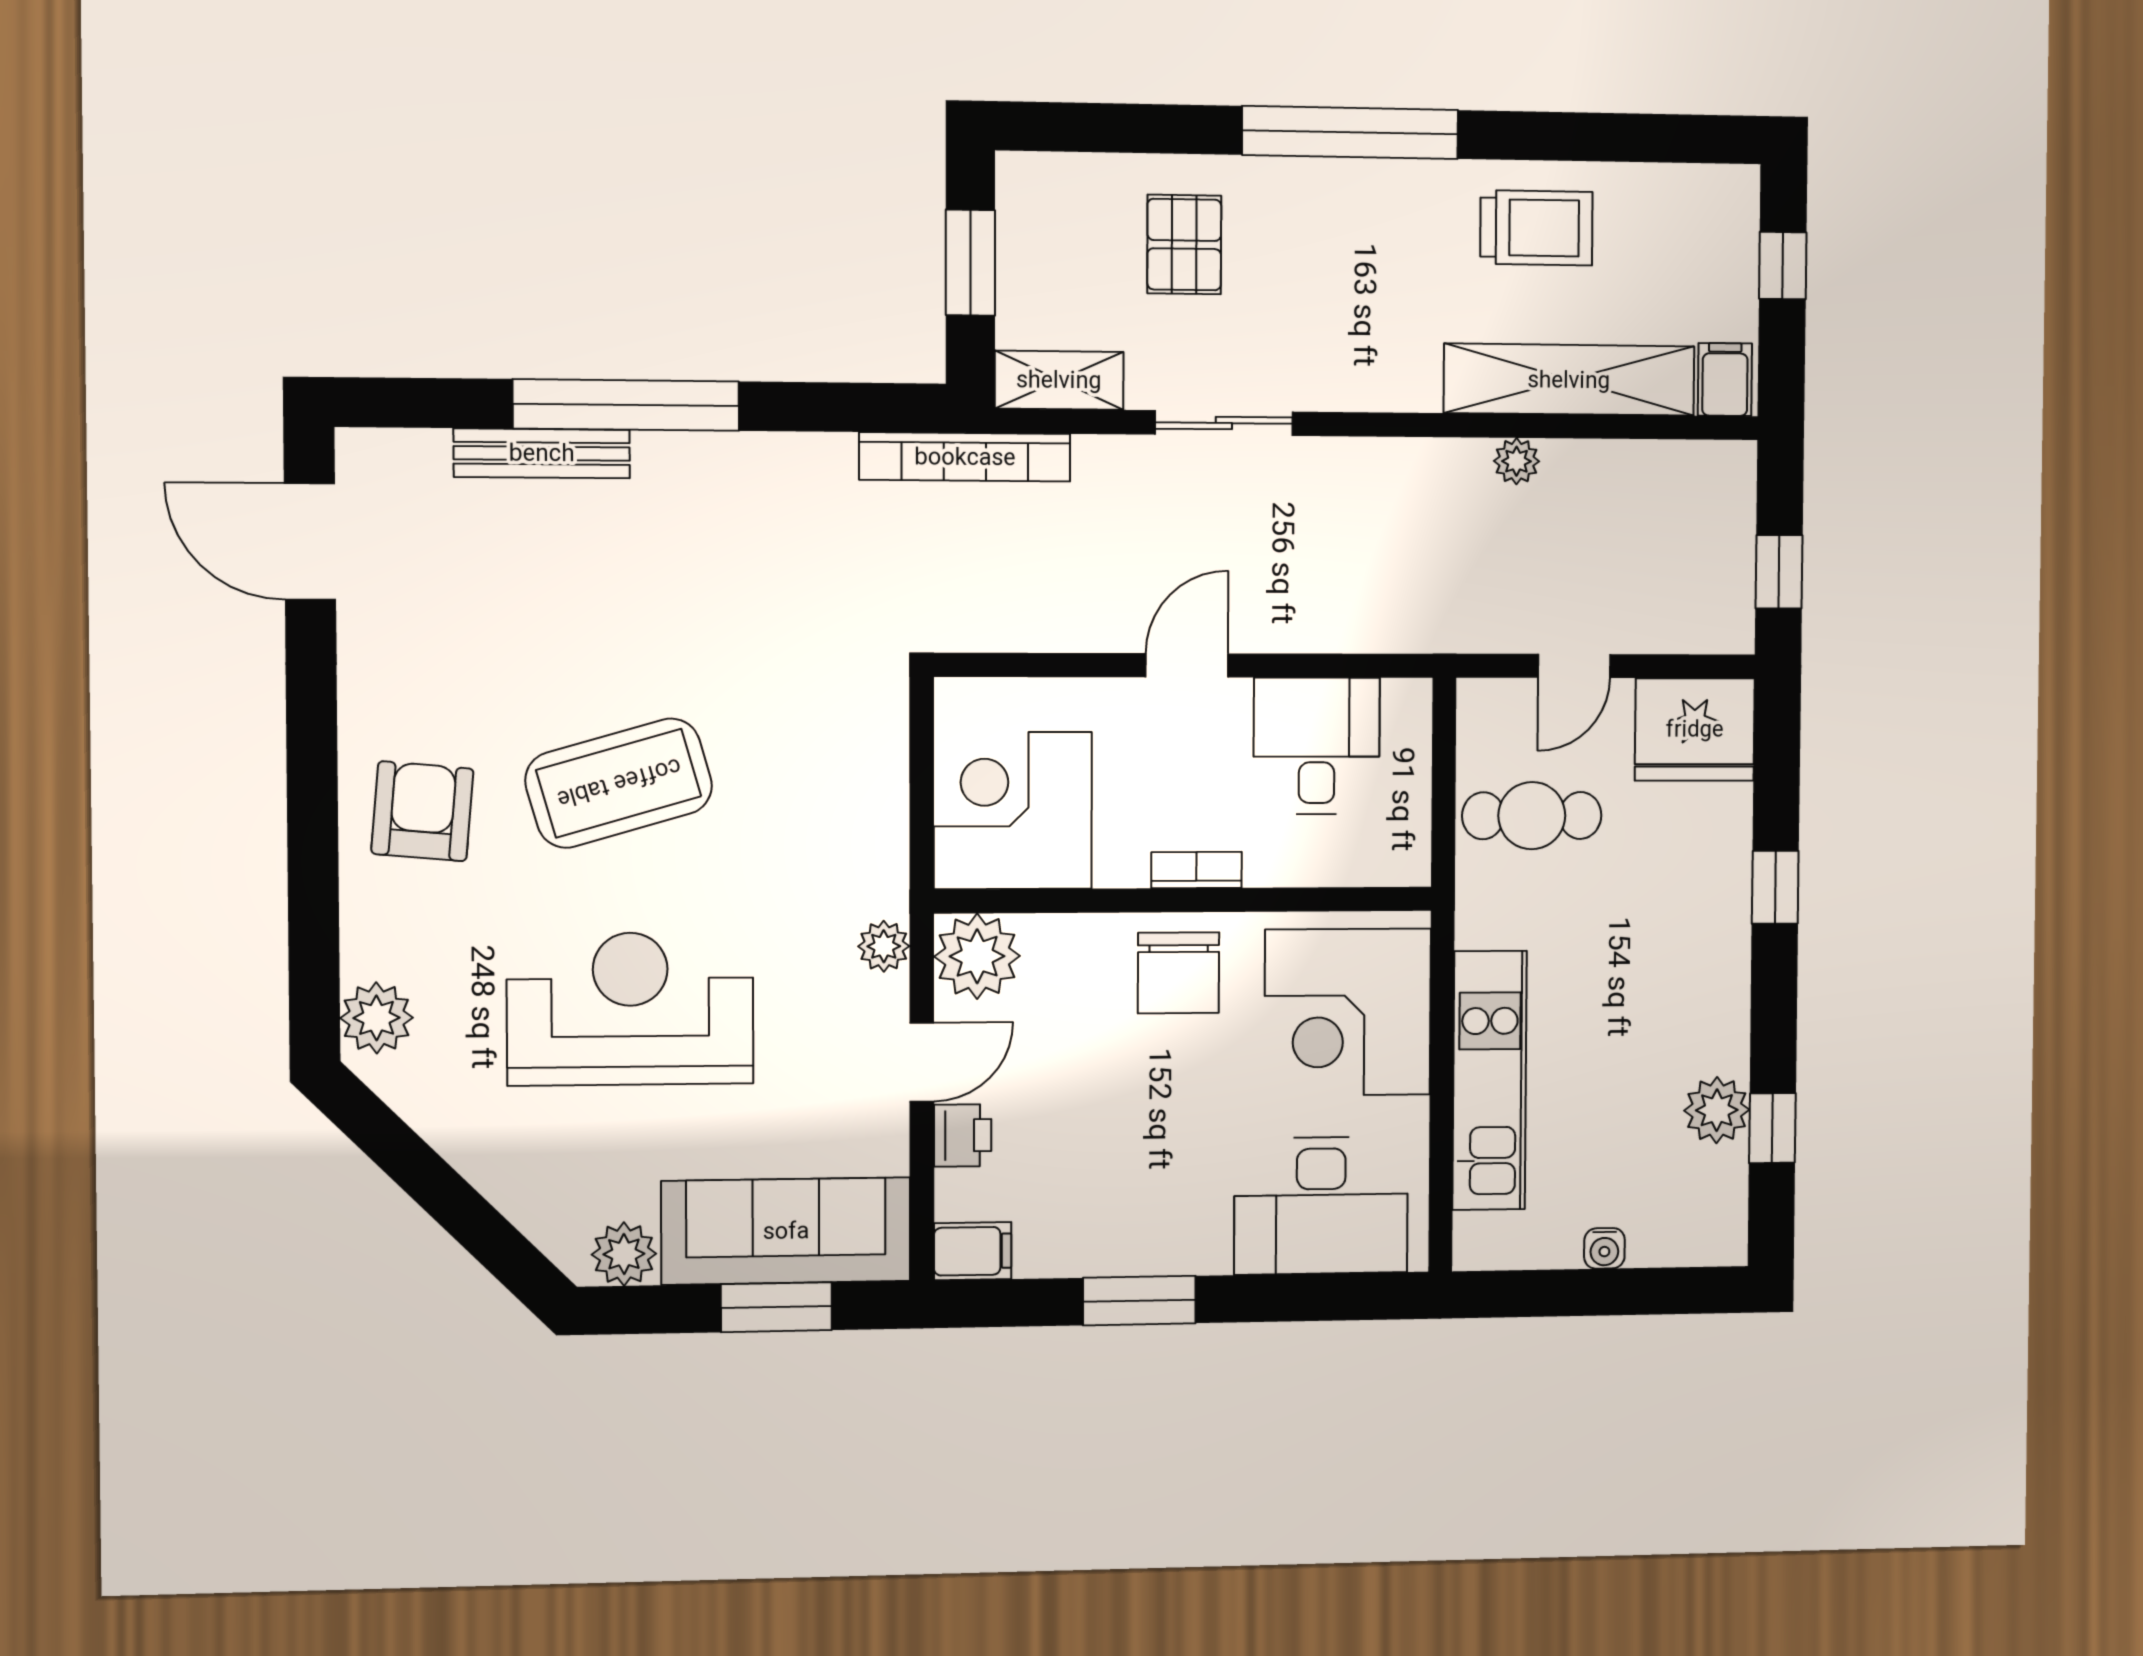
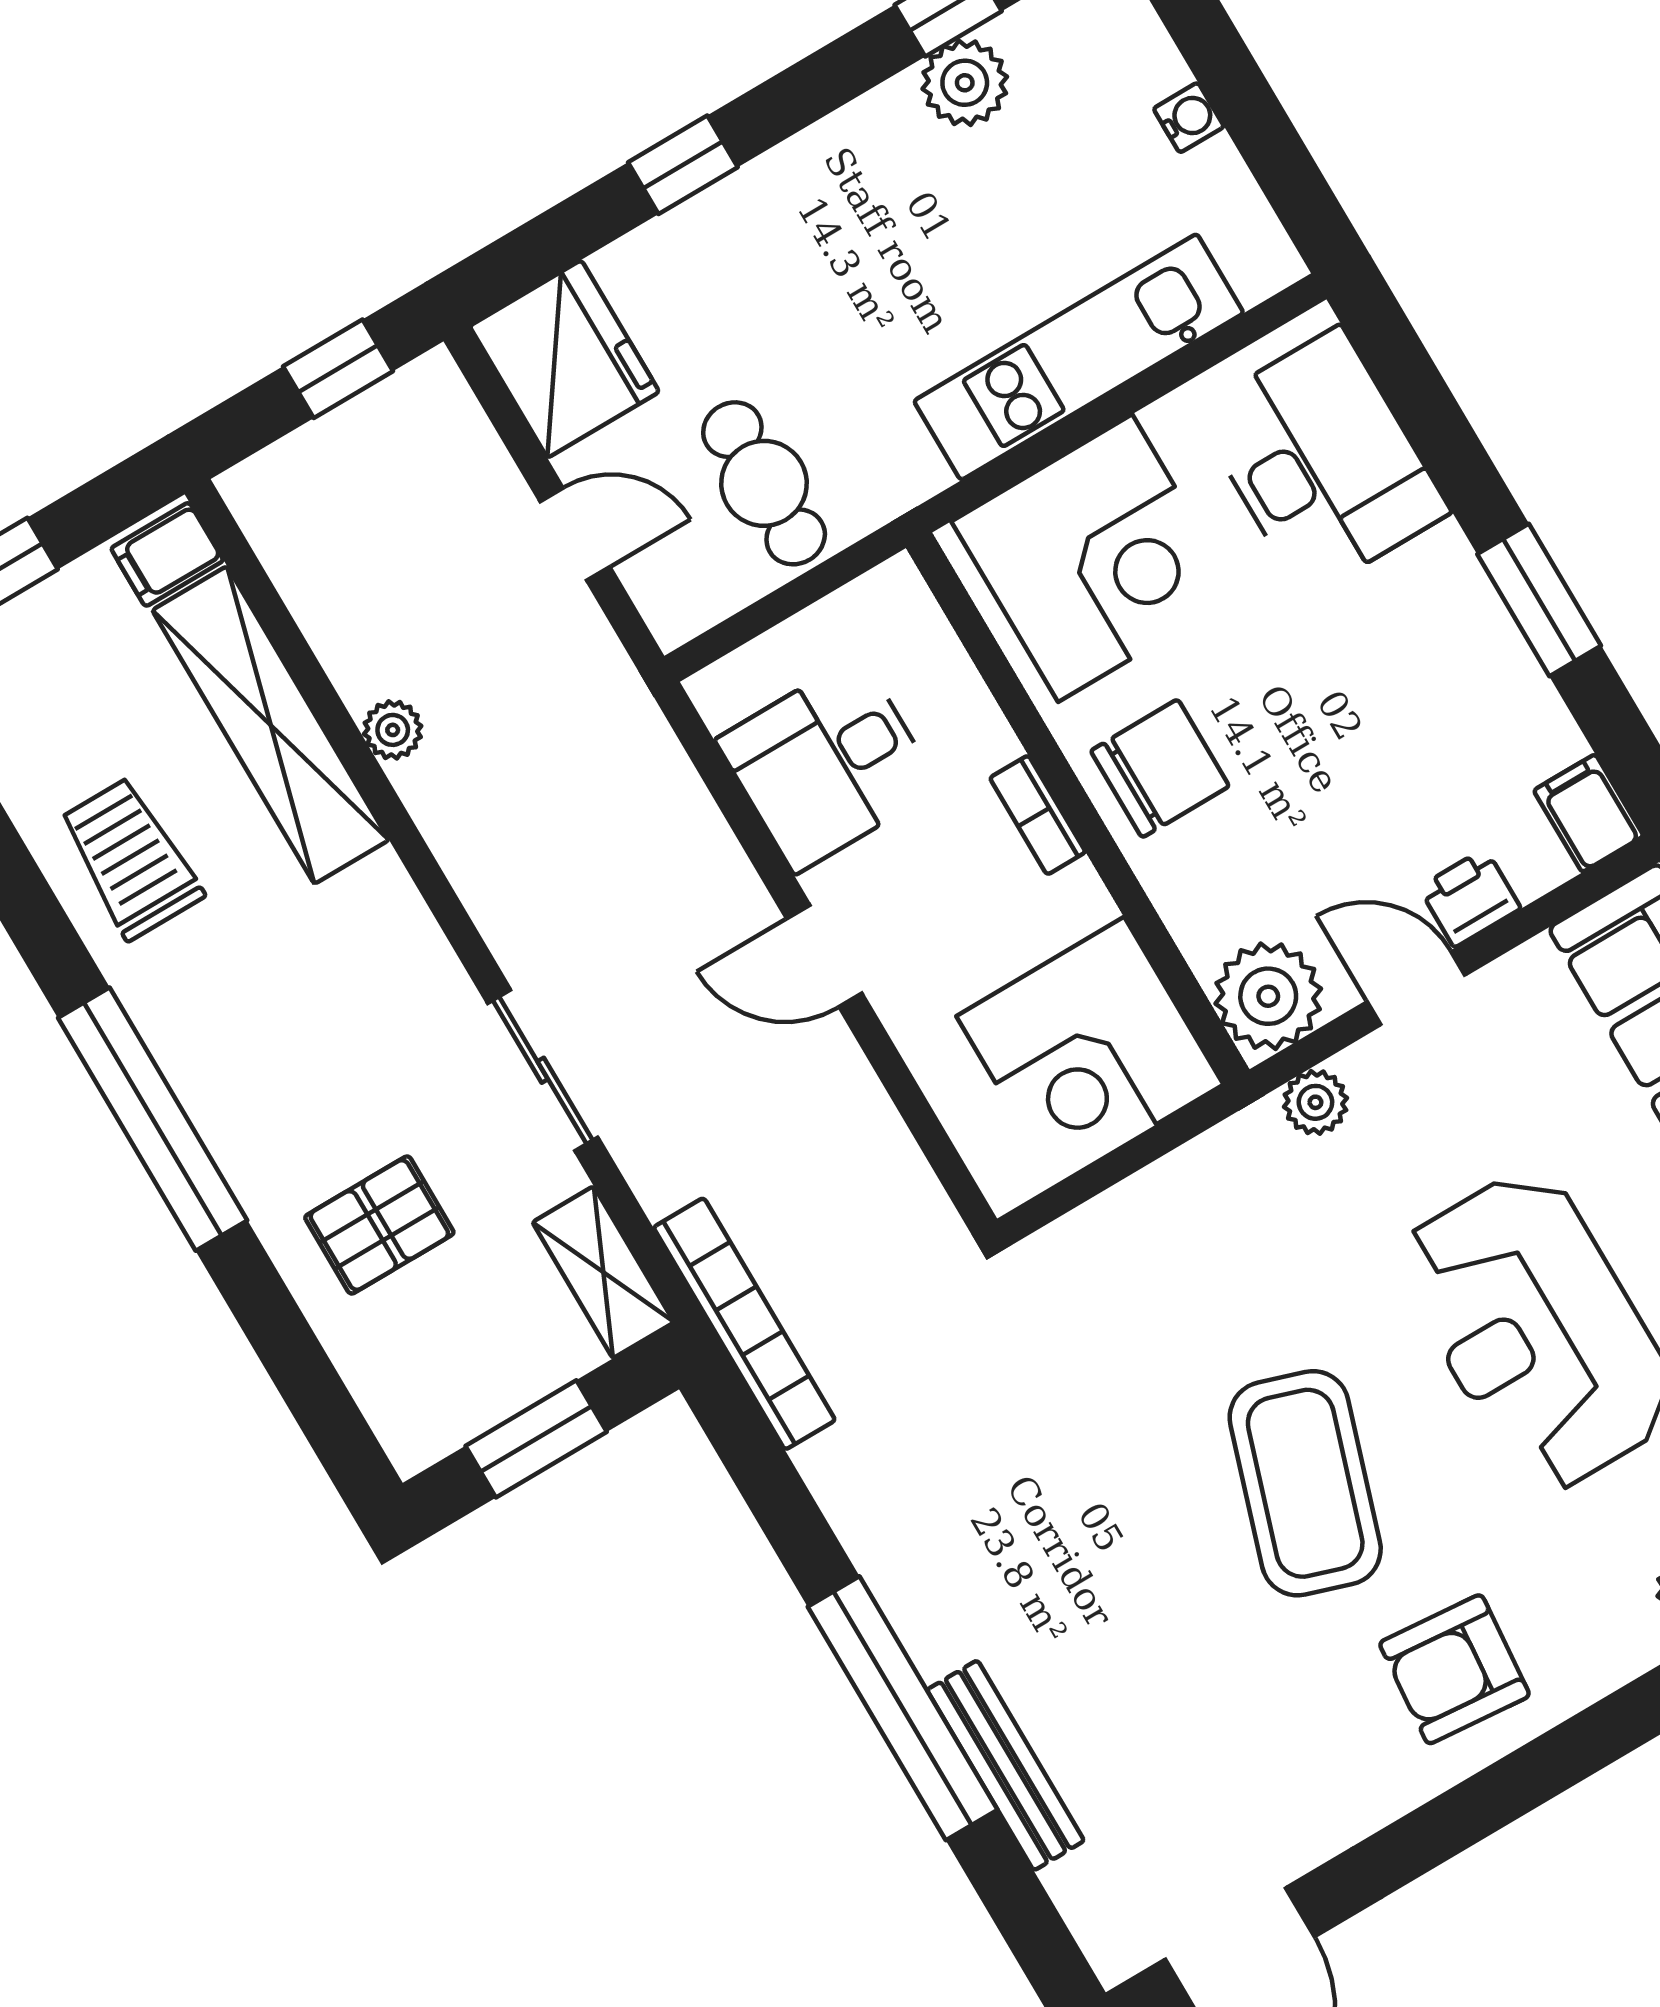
coffee table: (619, 783) -> (1305, 1483), turned 34

